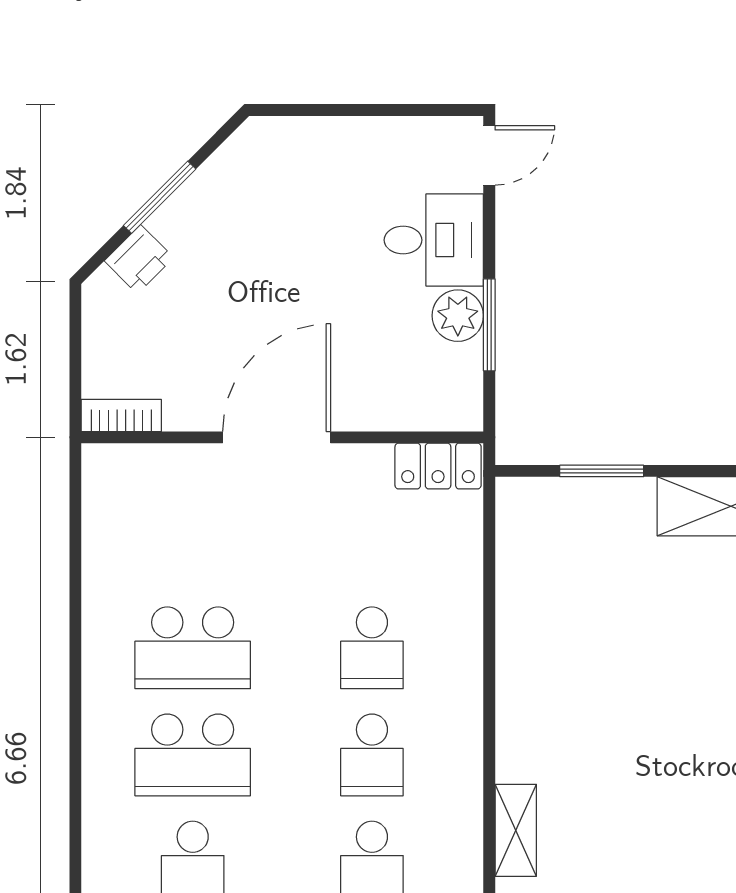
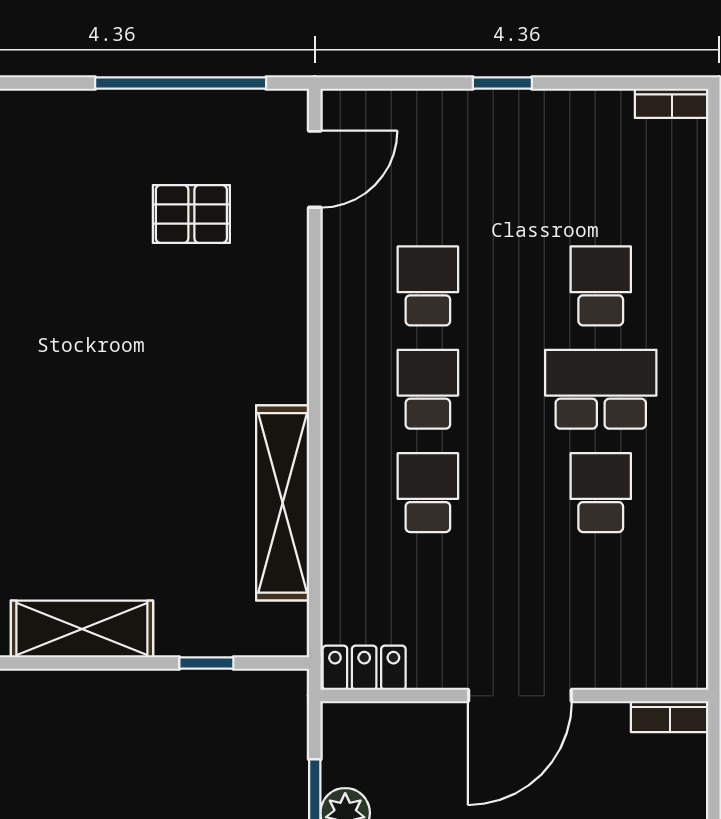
window: (602, 471) -> (206, 663), width x0.67
school desk: (193, 648) -> (601, 493), width x0.54
shelving: (516, 830) -> (283, 503), moved, width x2.20, depth x1.33

